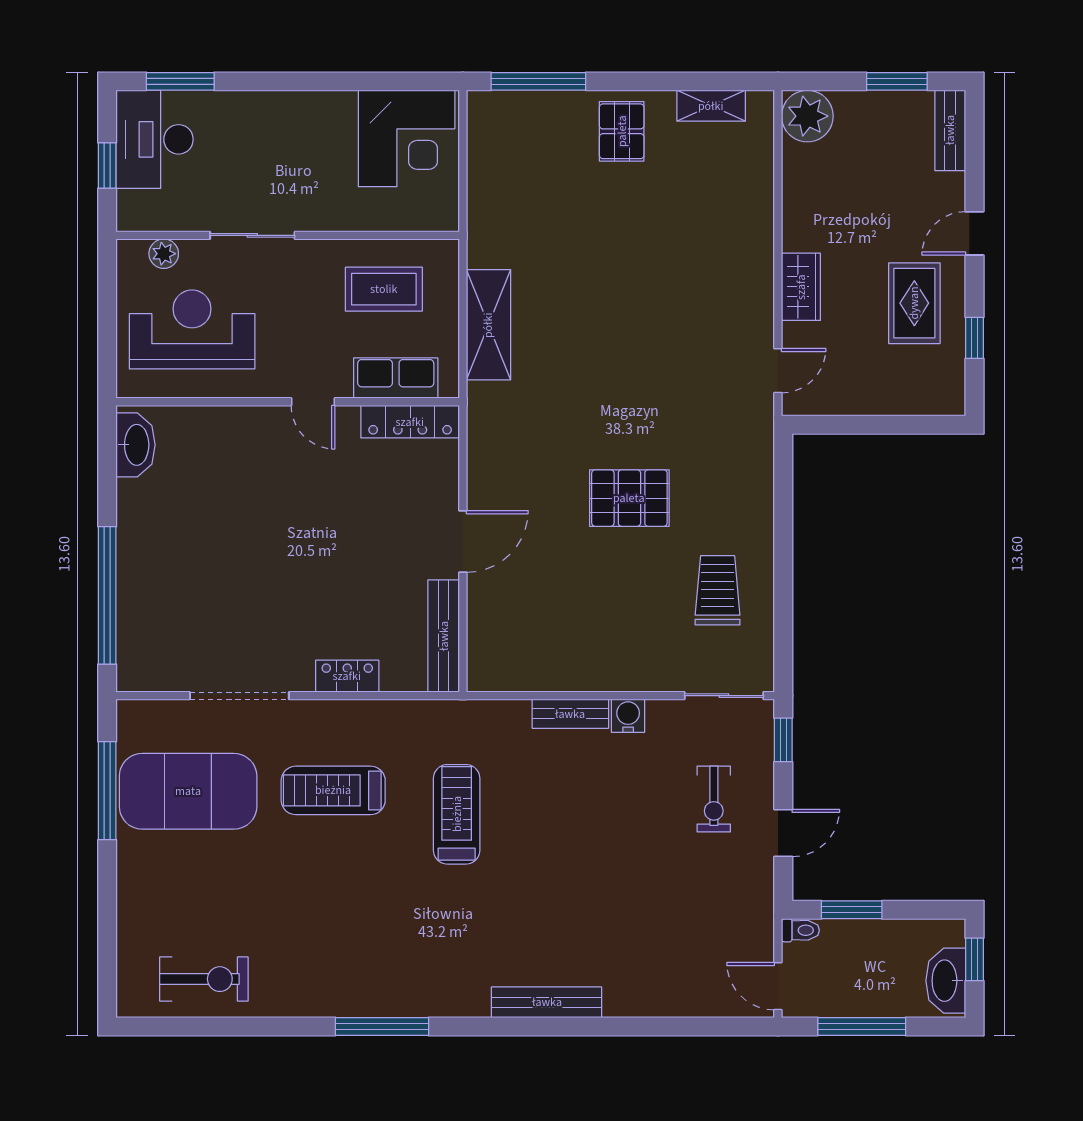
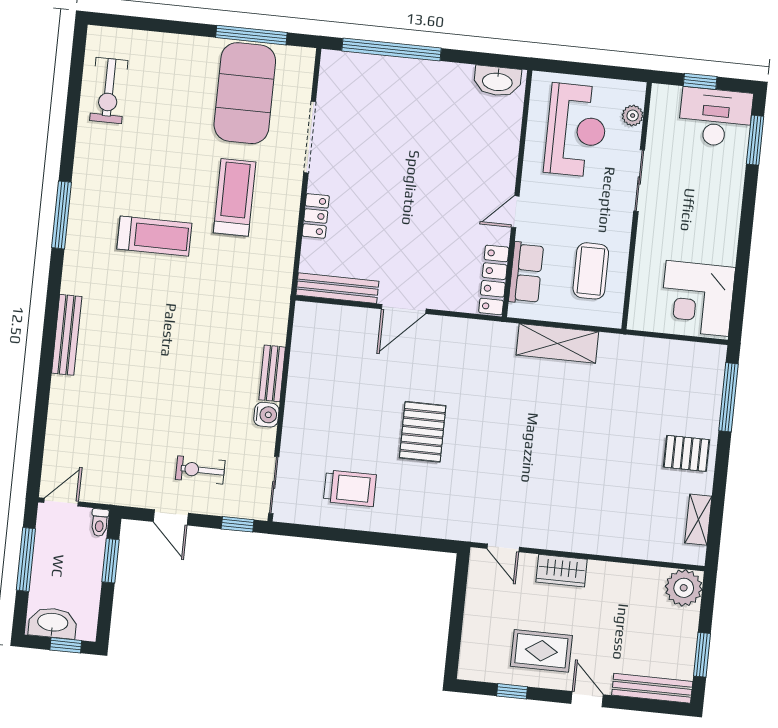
bench: (950, 130) -> (652, 688), width x1.36
door: (463, 541) -> (404, 309), hinge flipped
treadmill: (457, 814) -> (154, 236), moved

